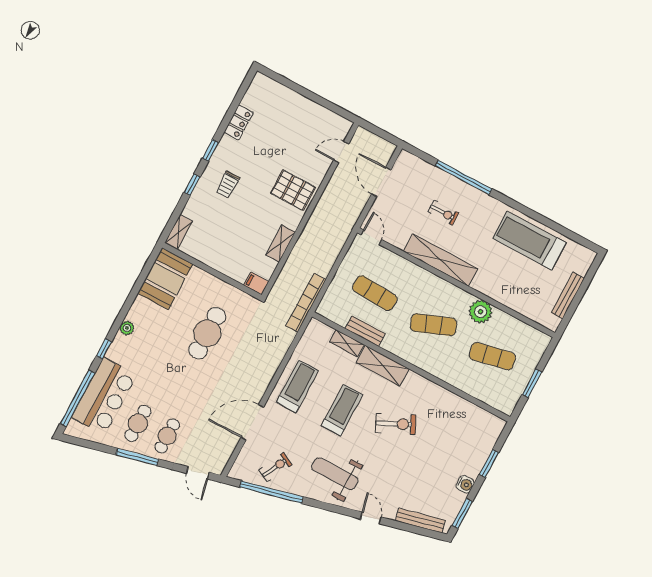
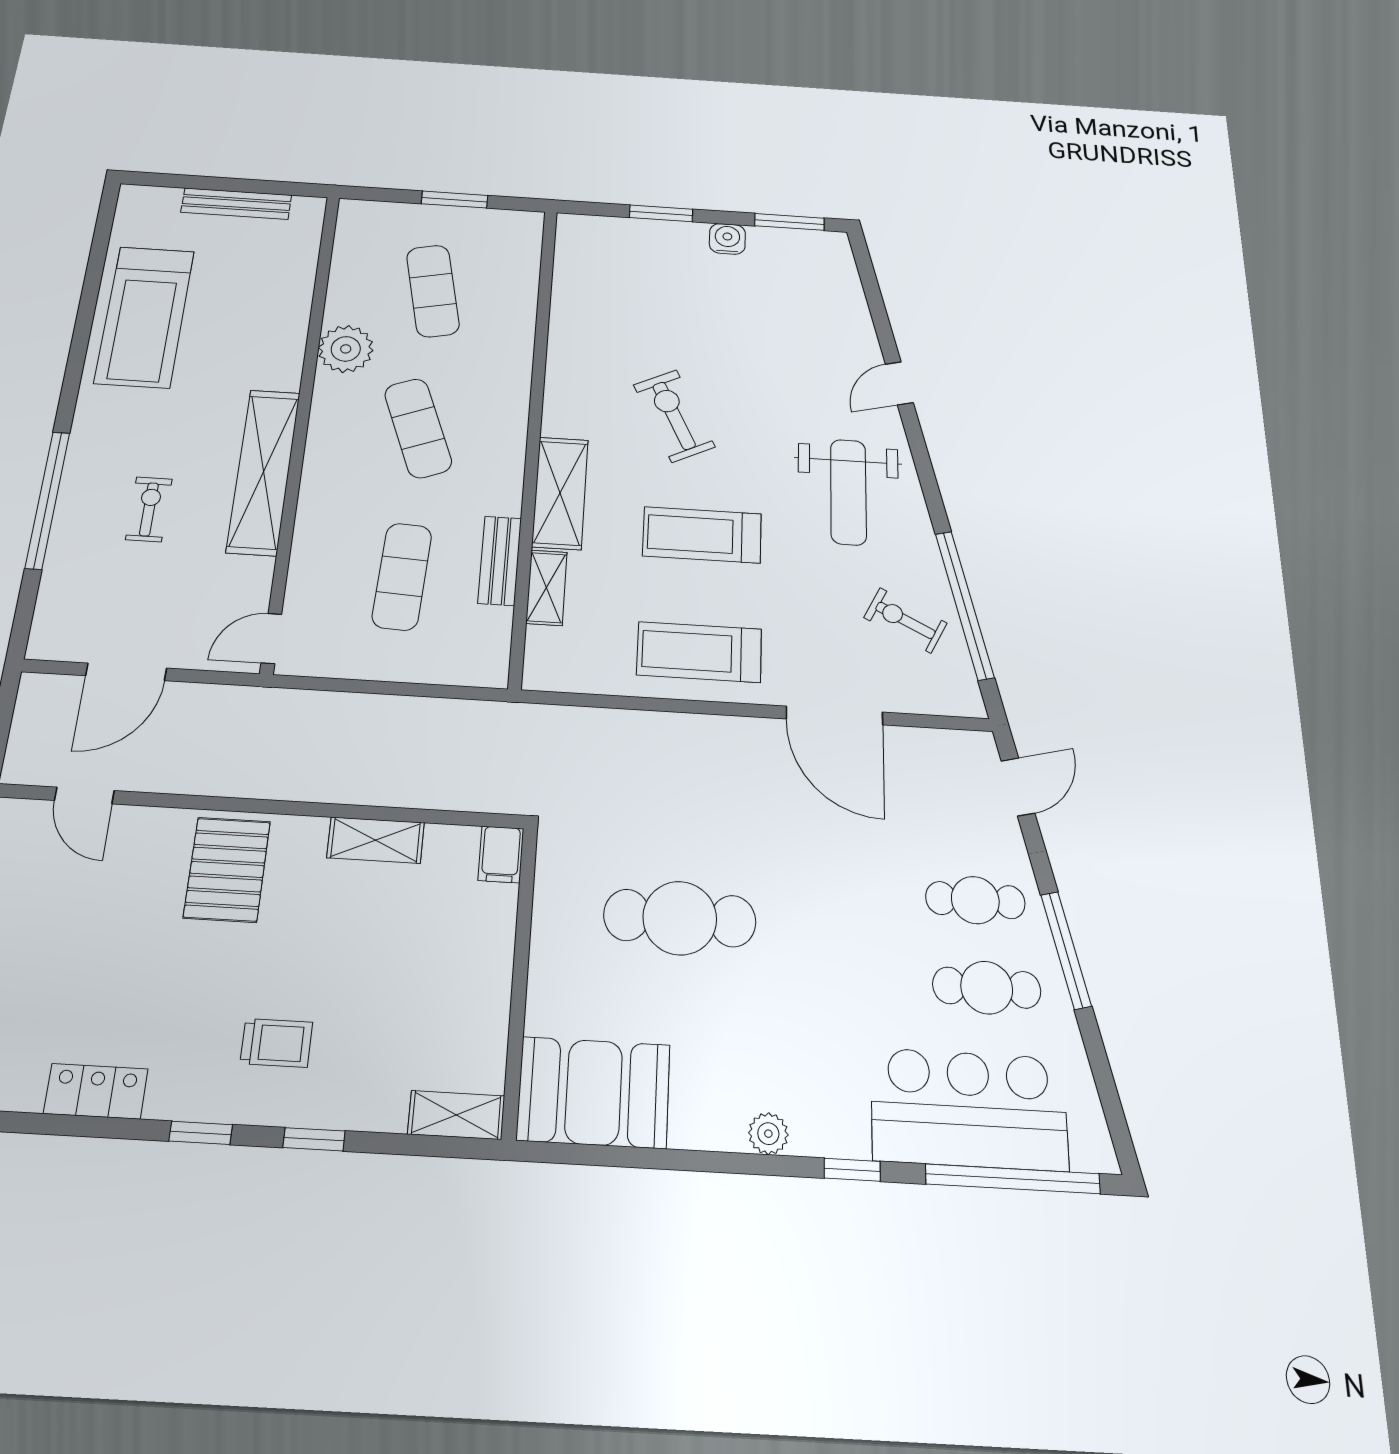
bookcase: (306, 303) -> (494, 718), removed
bench: (420, 521) -> (849, 290), removed

